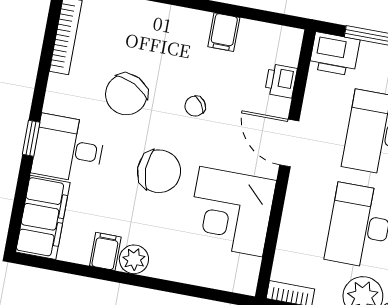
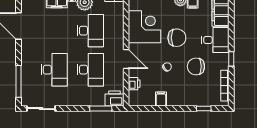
chair: (126, 94) -> (196, 66), turned -117
window: (31, 138) -> (231, 59), moved
chair: (159, 171) -> (177, 38), turned 180

